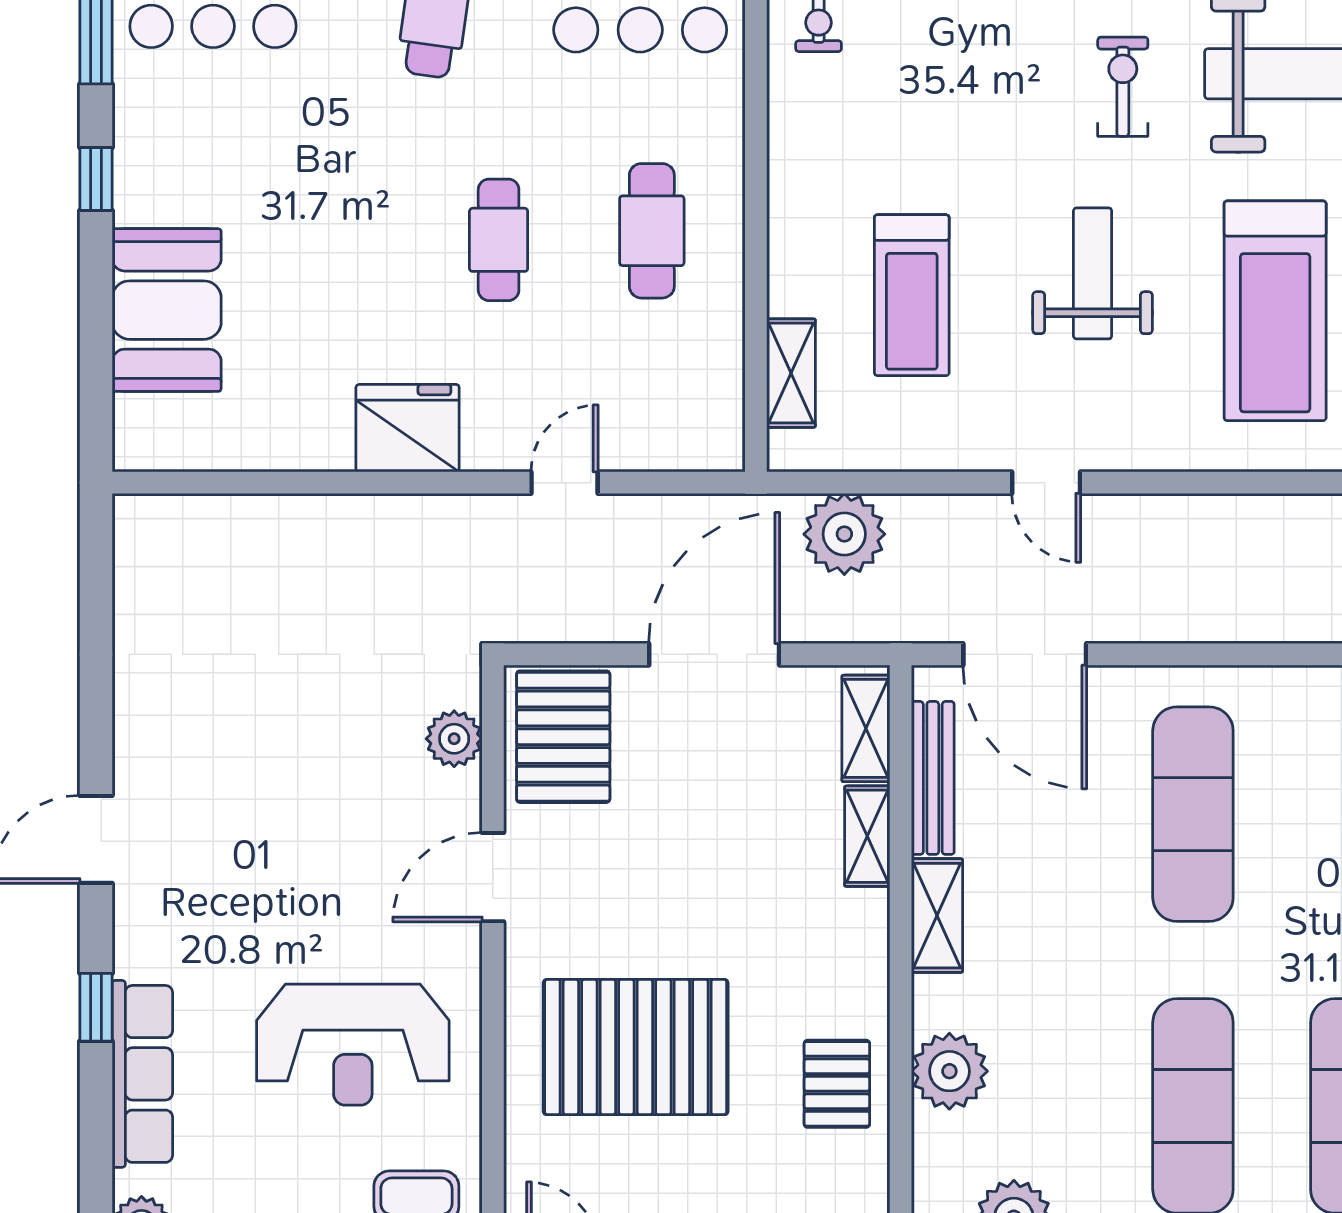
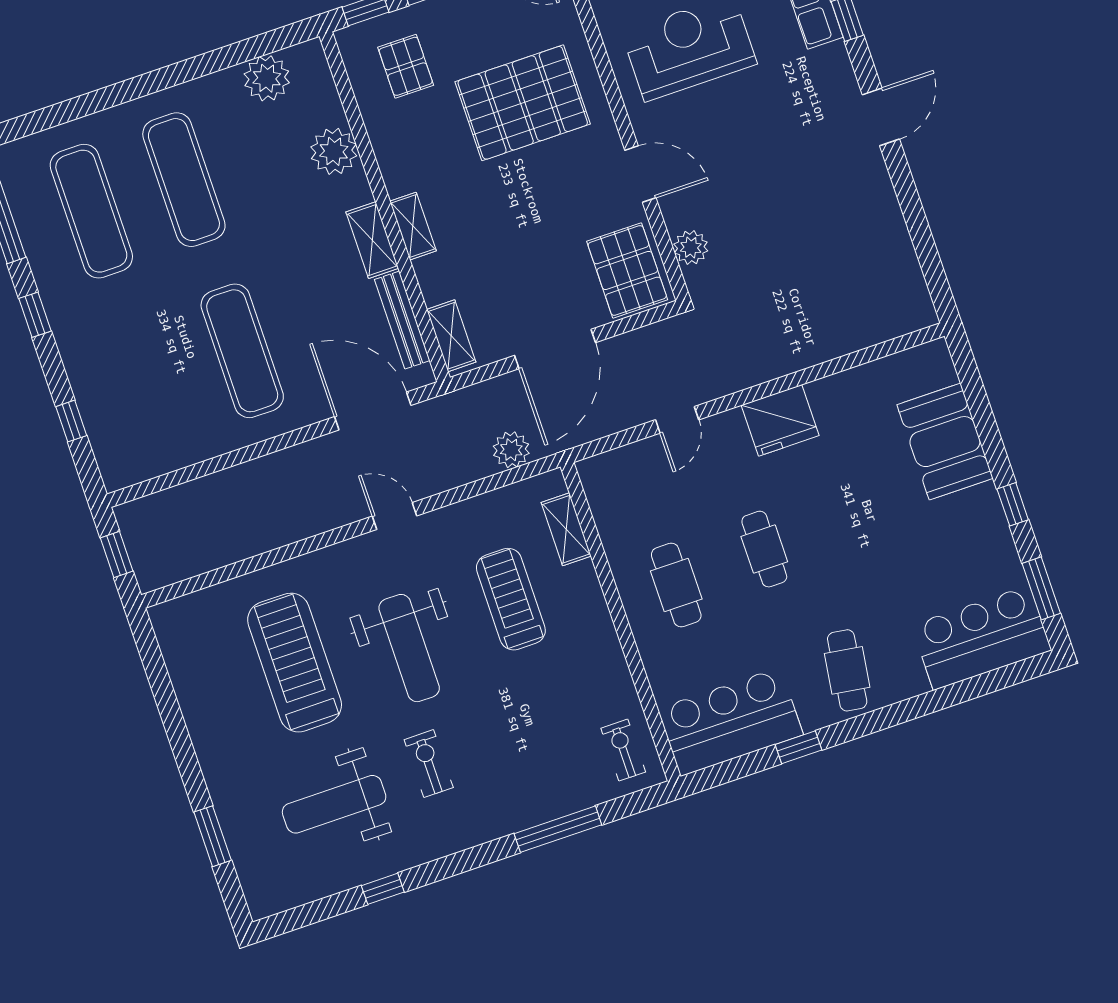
exercise bike: (1123, 87) -> (429, 764), turned 180
weight bench: (1093, 273) -> (409, 648), width x1.36, depth x1.33
plant: (844, 534) -> (511, 450), width x0.73, depth x0.73
shelving: (867, 836) -> (413, 226), moved
door: (493, 877) -> (640, 174), hinge flipped
pallet: (837, 1084) -> (406, 66), moved

